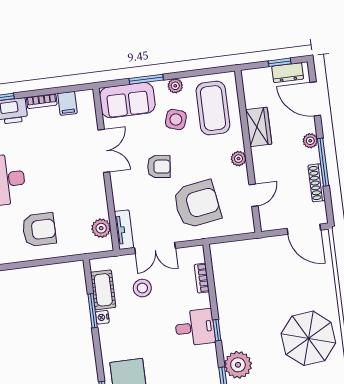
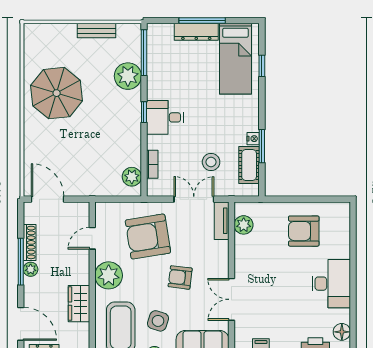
plant: (310, 141) -> (31, 269), moved
plant: (239, 159) -> (109, 275), width x1.88, depth x1.88
plant: (221, 263) -> (132, 177), added

